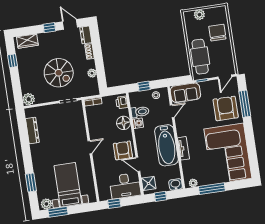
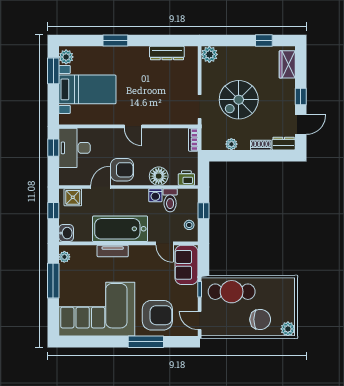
plant: (199, 15) -> (288, 329), moved
window: (245, 104) -> (146, 342), moved
window: (31, 182) -> (115, 41), moved
desk: (125, 186) -> (74, 148), moved

